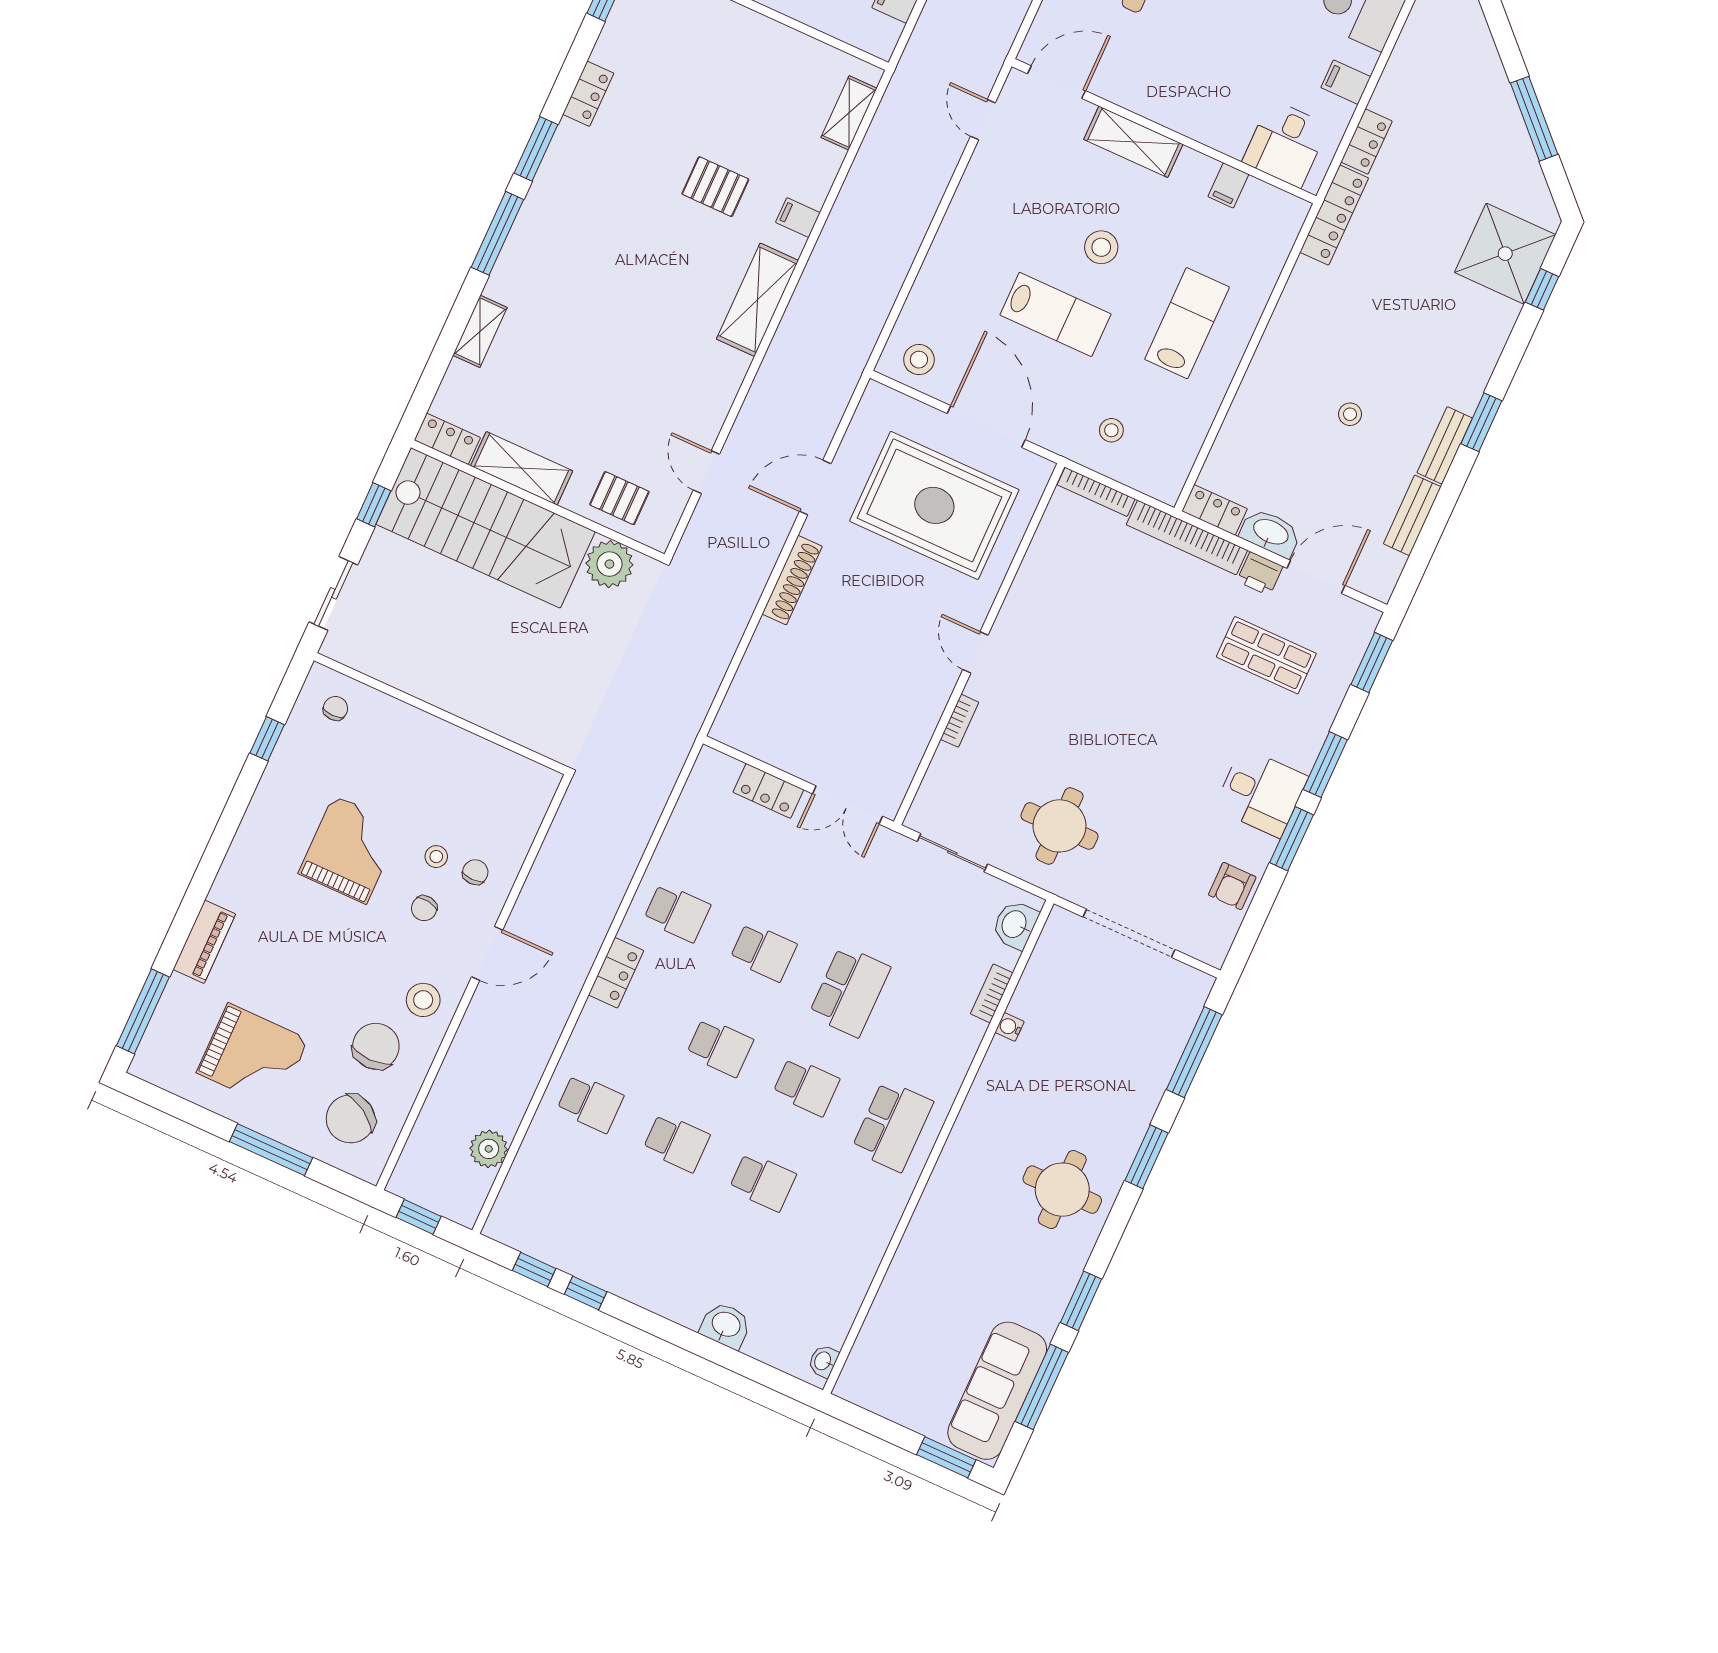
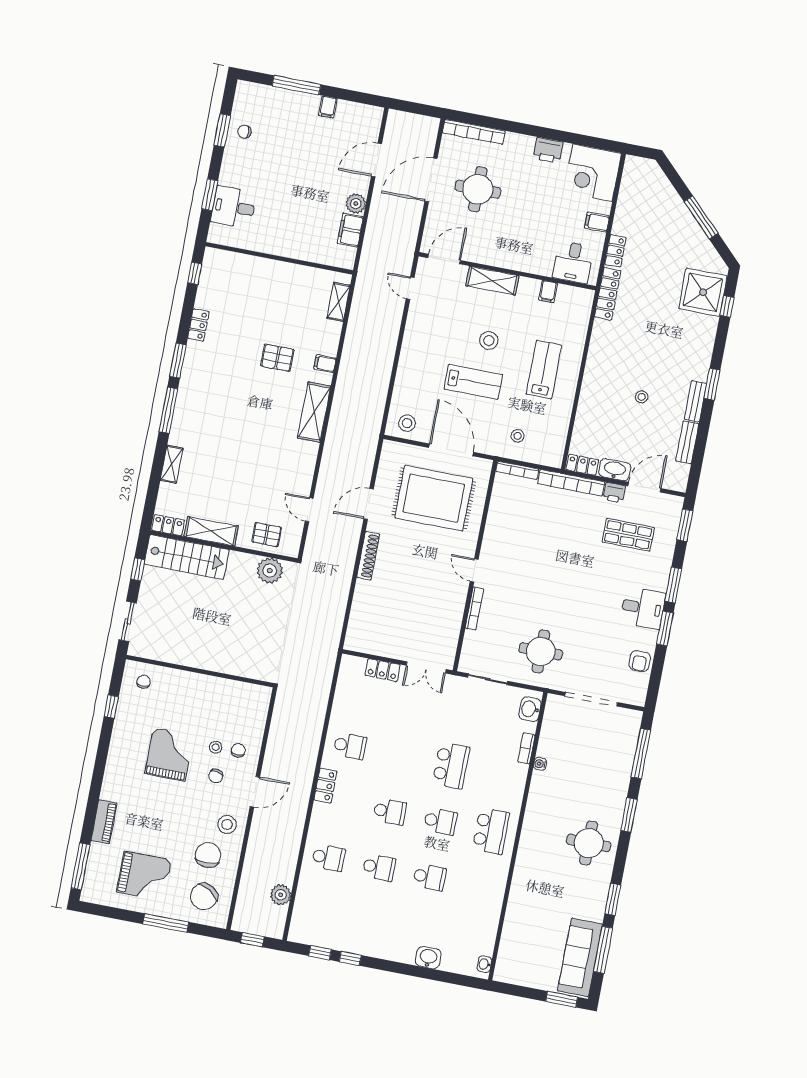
stairs: (486, 528) -> (187, 557), width x0.73, depth x0.66
bookcase: (960, 721) -> (475, 609), width x1.56
school desk: (763, 952) -> (400, 756), removed

